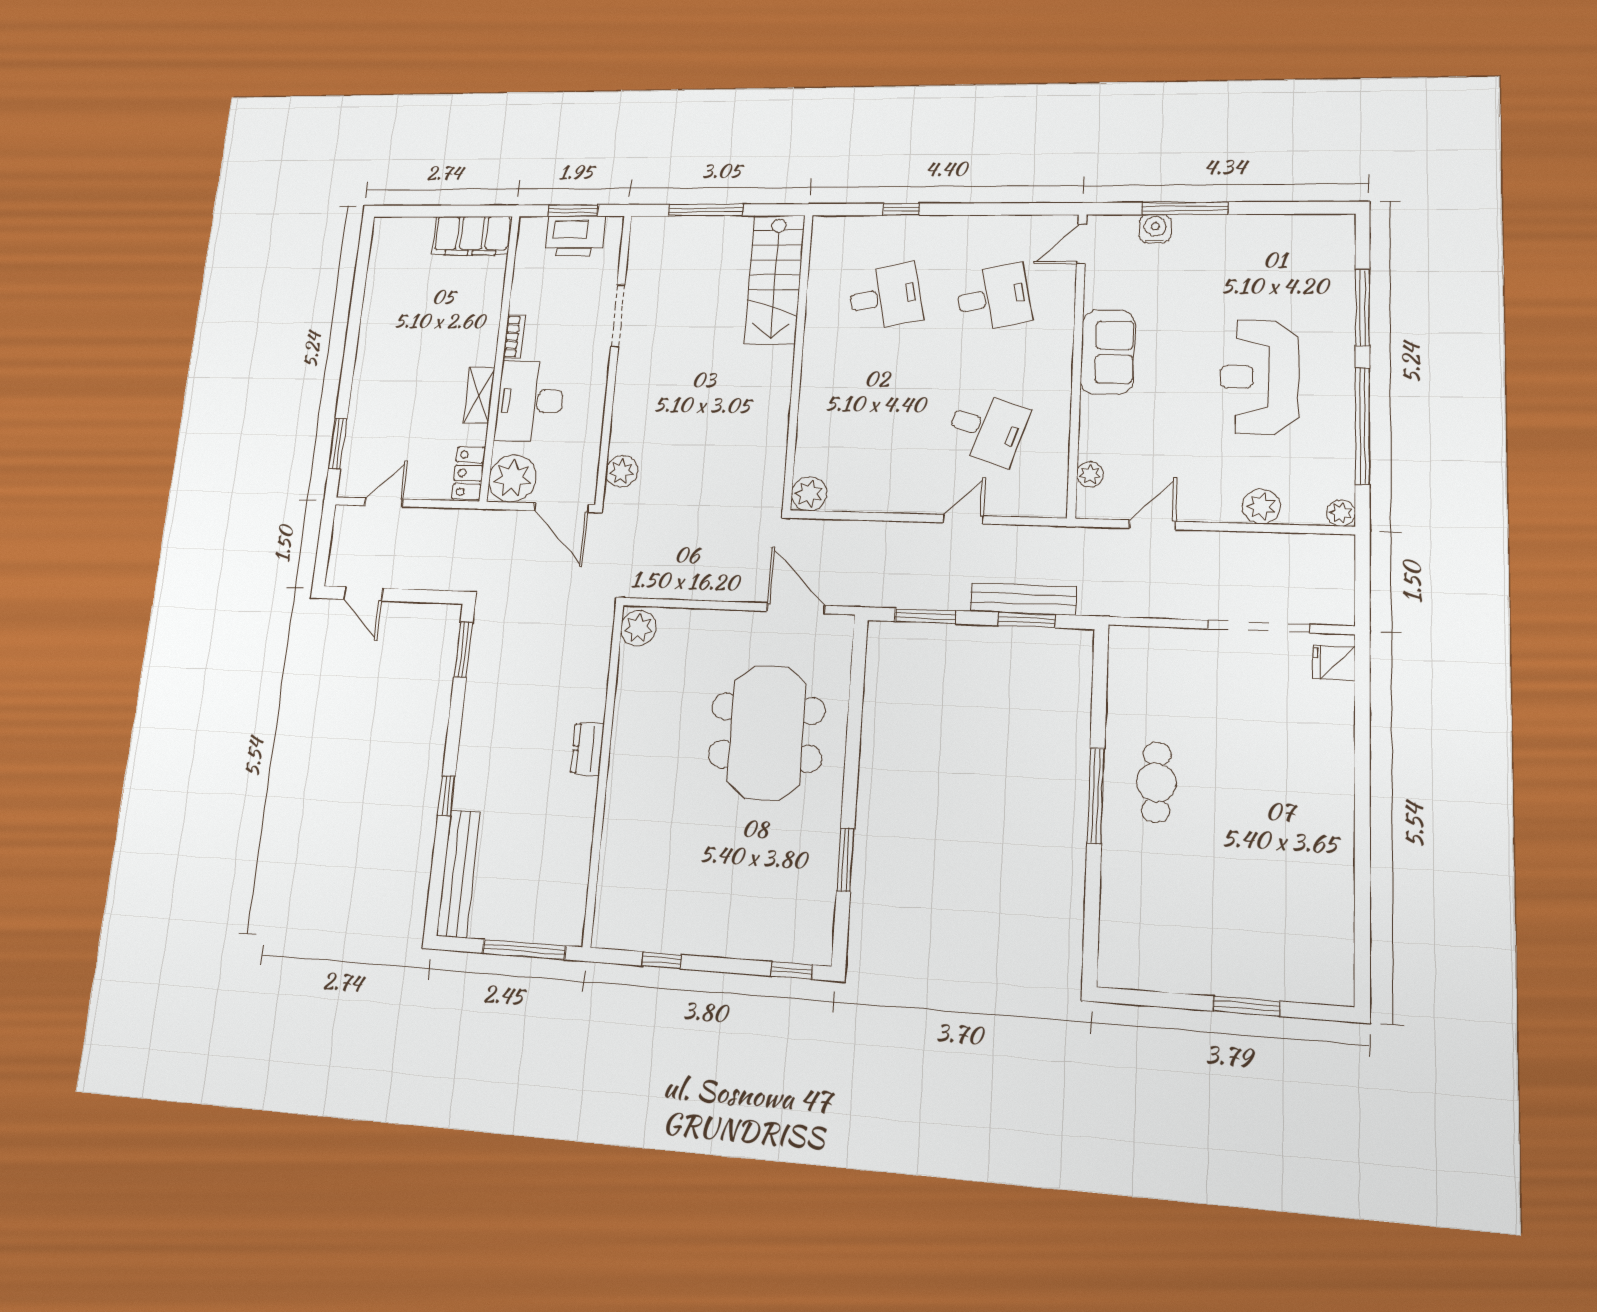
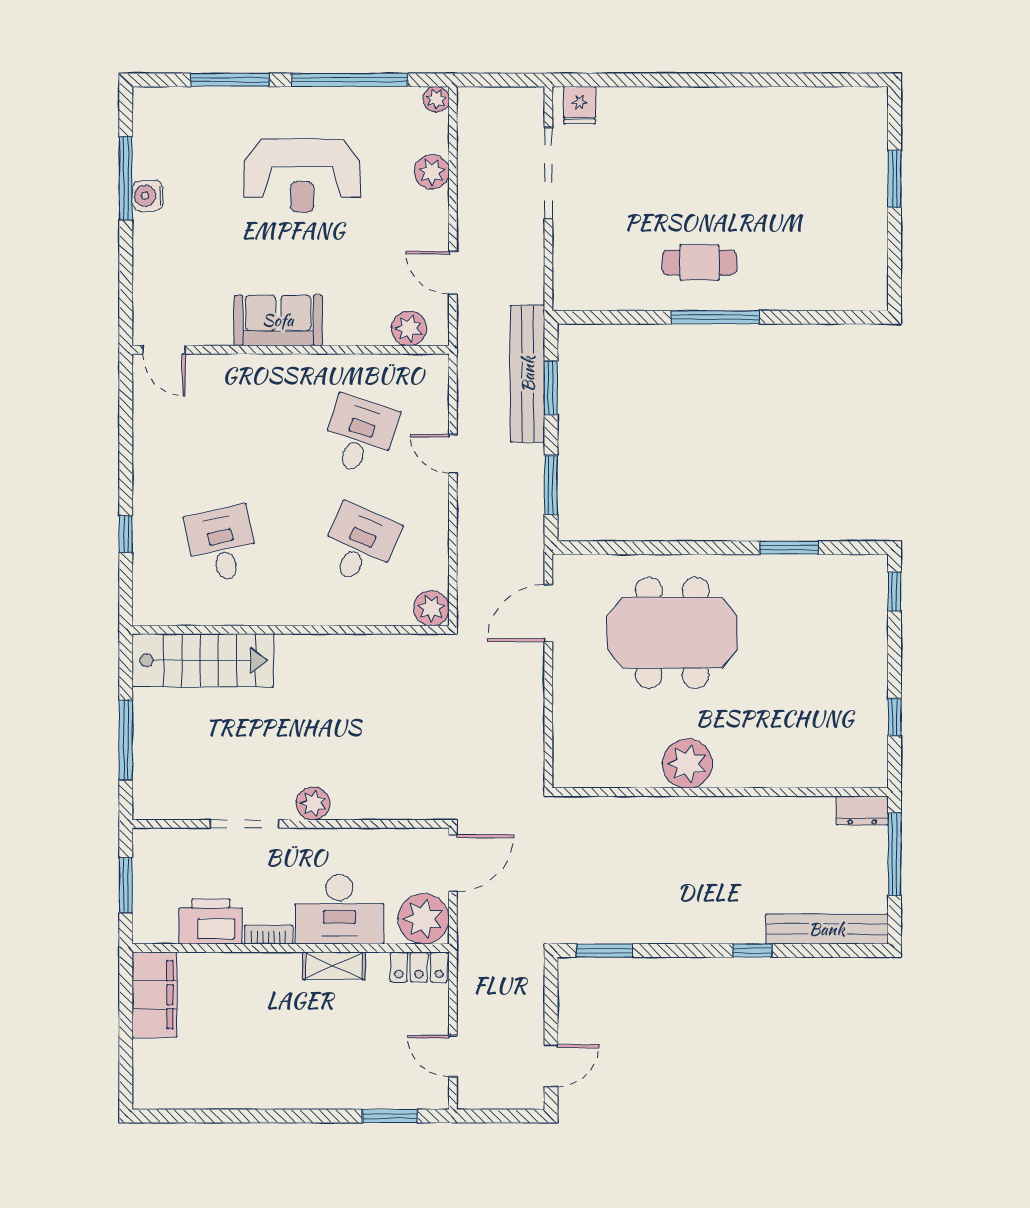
window: (1185, 208) -> (126, 178), moved
water cooler: (1155, 229) -> (148, 196), moved
printer: (575, 236) -> (211, 921), moved, turned -90
desk: (993, 298) -> (360, 544), moved, turned 36
plant: (622, 471) -> (313, 803), moved
plant: (1090, 474) -> (409, 329), width x1.38, depth x1.38
bench: (1023, 599) -> (528, 374), width x1.37, depth x1.21
plant: (639, 628) -> (687, 764), moved, width x1.36, depth x1.36
dresser: (587, 749) -> (862, 811), moved

